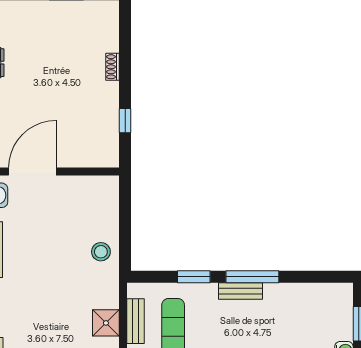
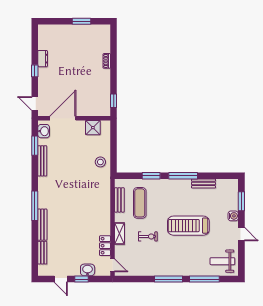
window: (125, 121) -> (114, 101), moved
bench: (240, 291) -> (203, 183), moved
shower: (106, 323) -> (93, 128), moved

